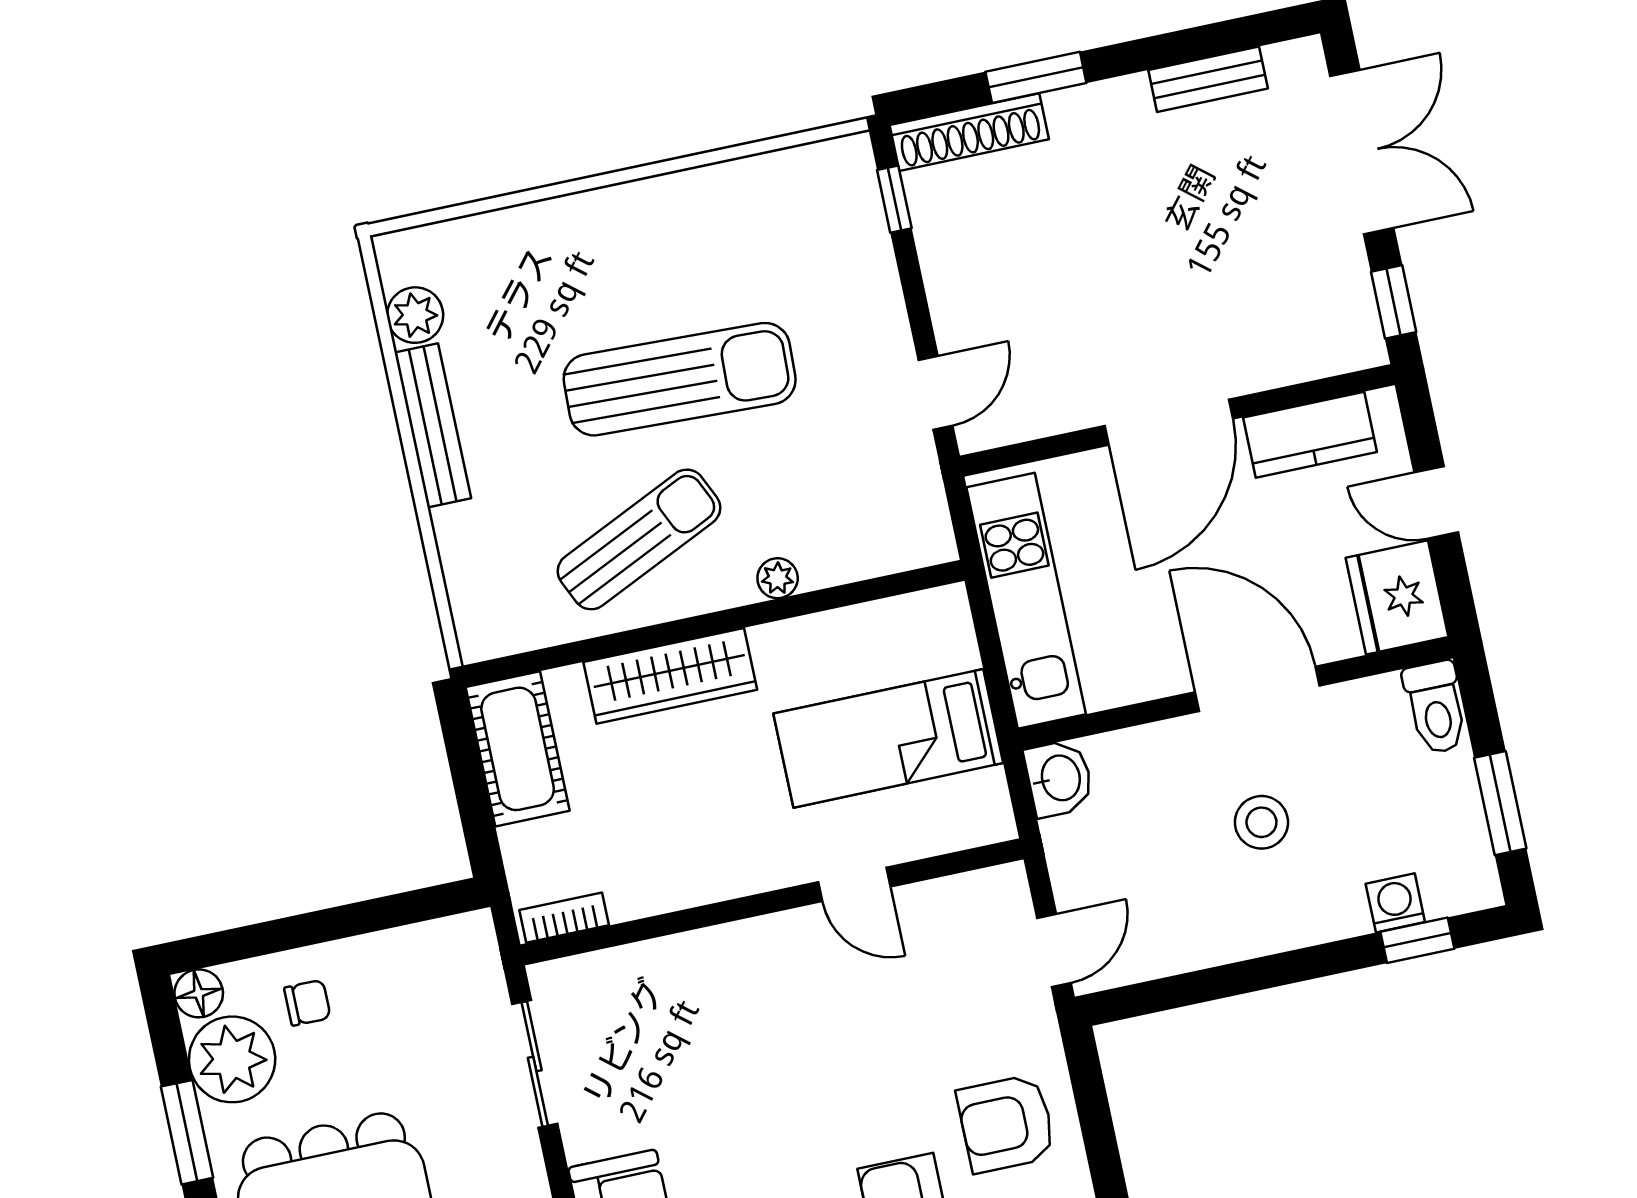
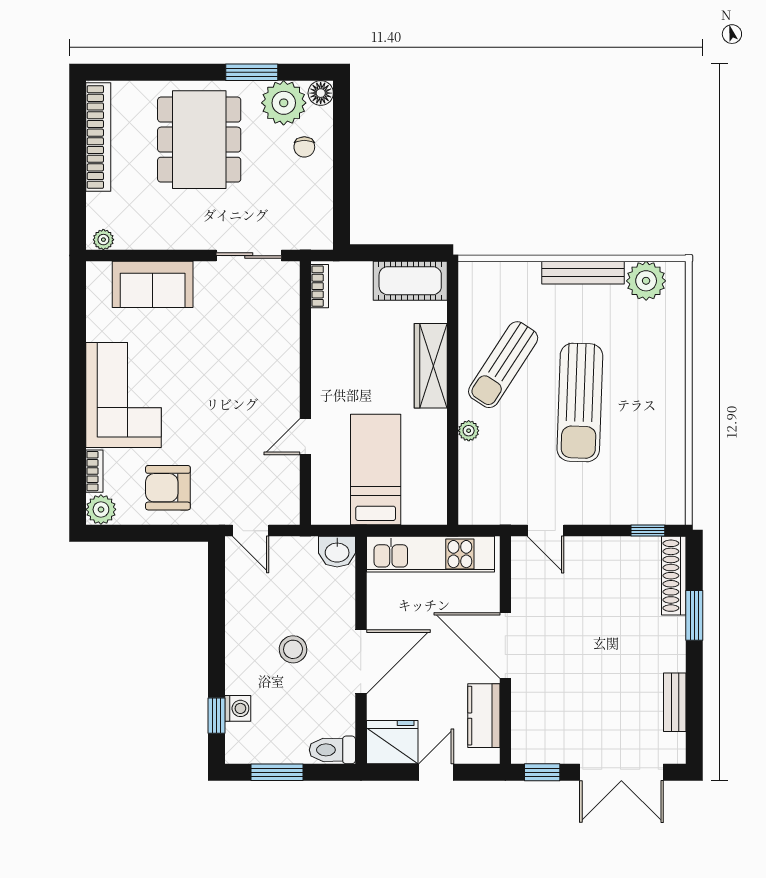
plant: (415, 315) -> (646, 281), width x1.36, depth x1.36
sun lounger: (639, 539) -> (503, 365), turned 58
armchair: (1006, 1124) -> (168, 488), turned -90

